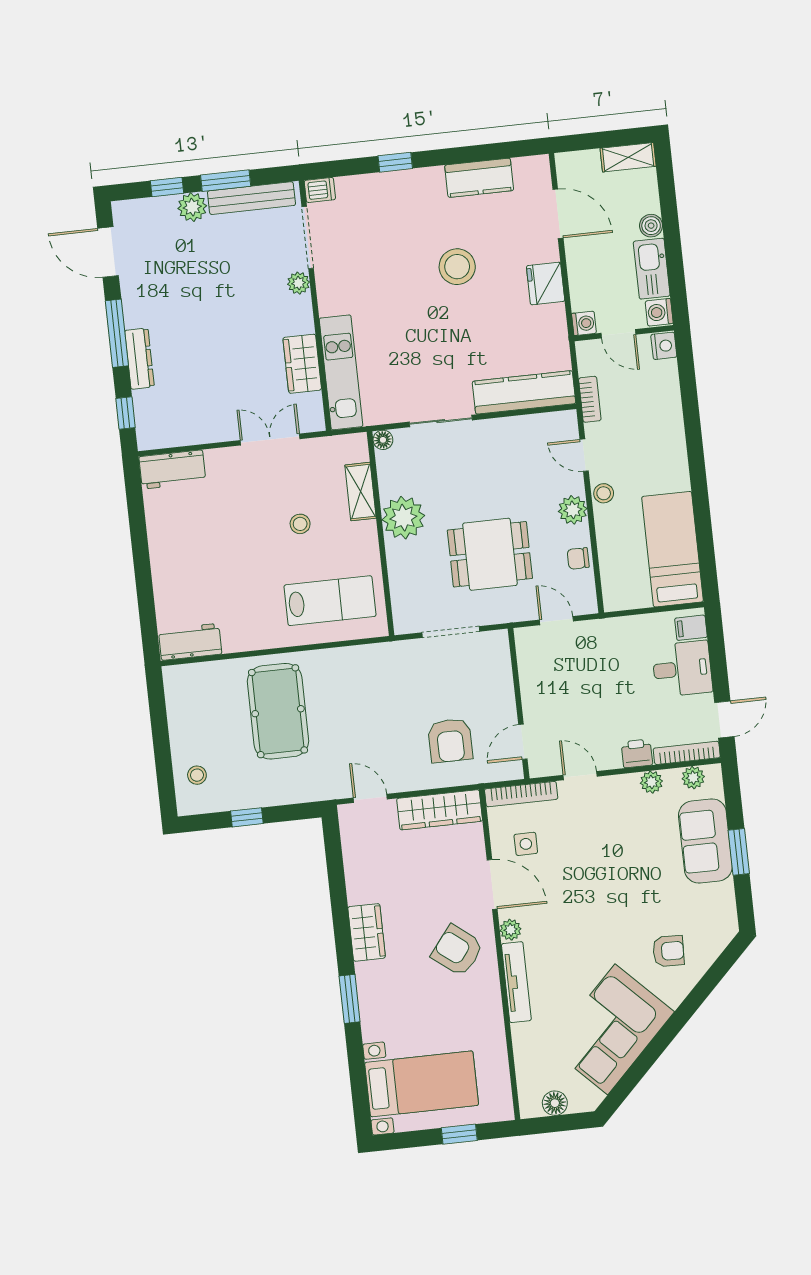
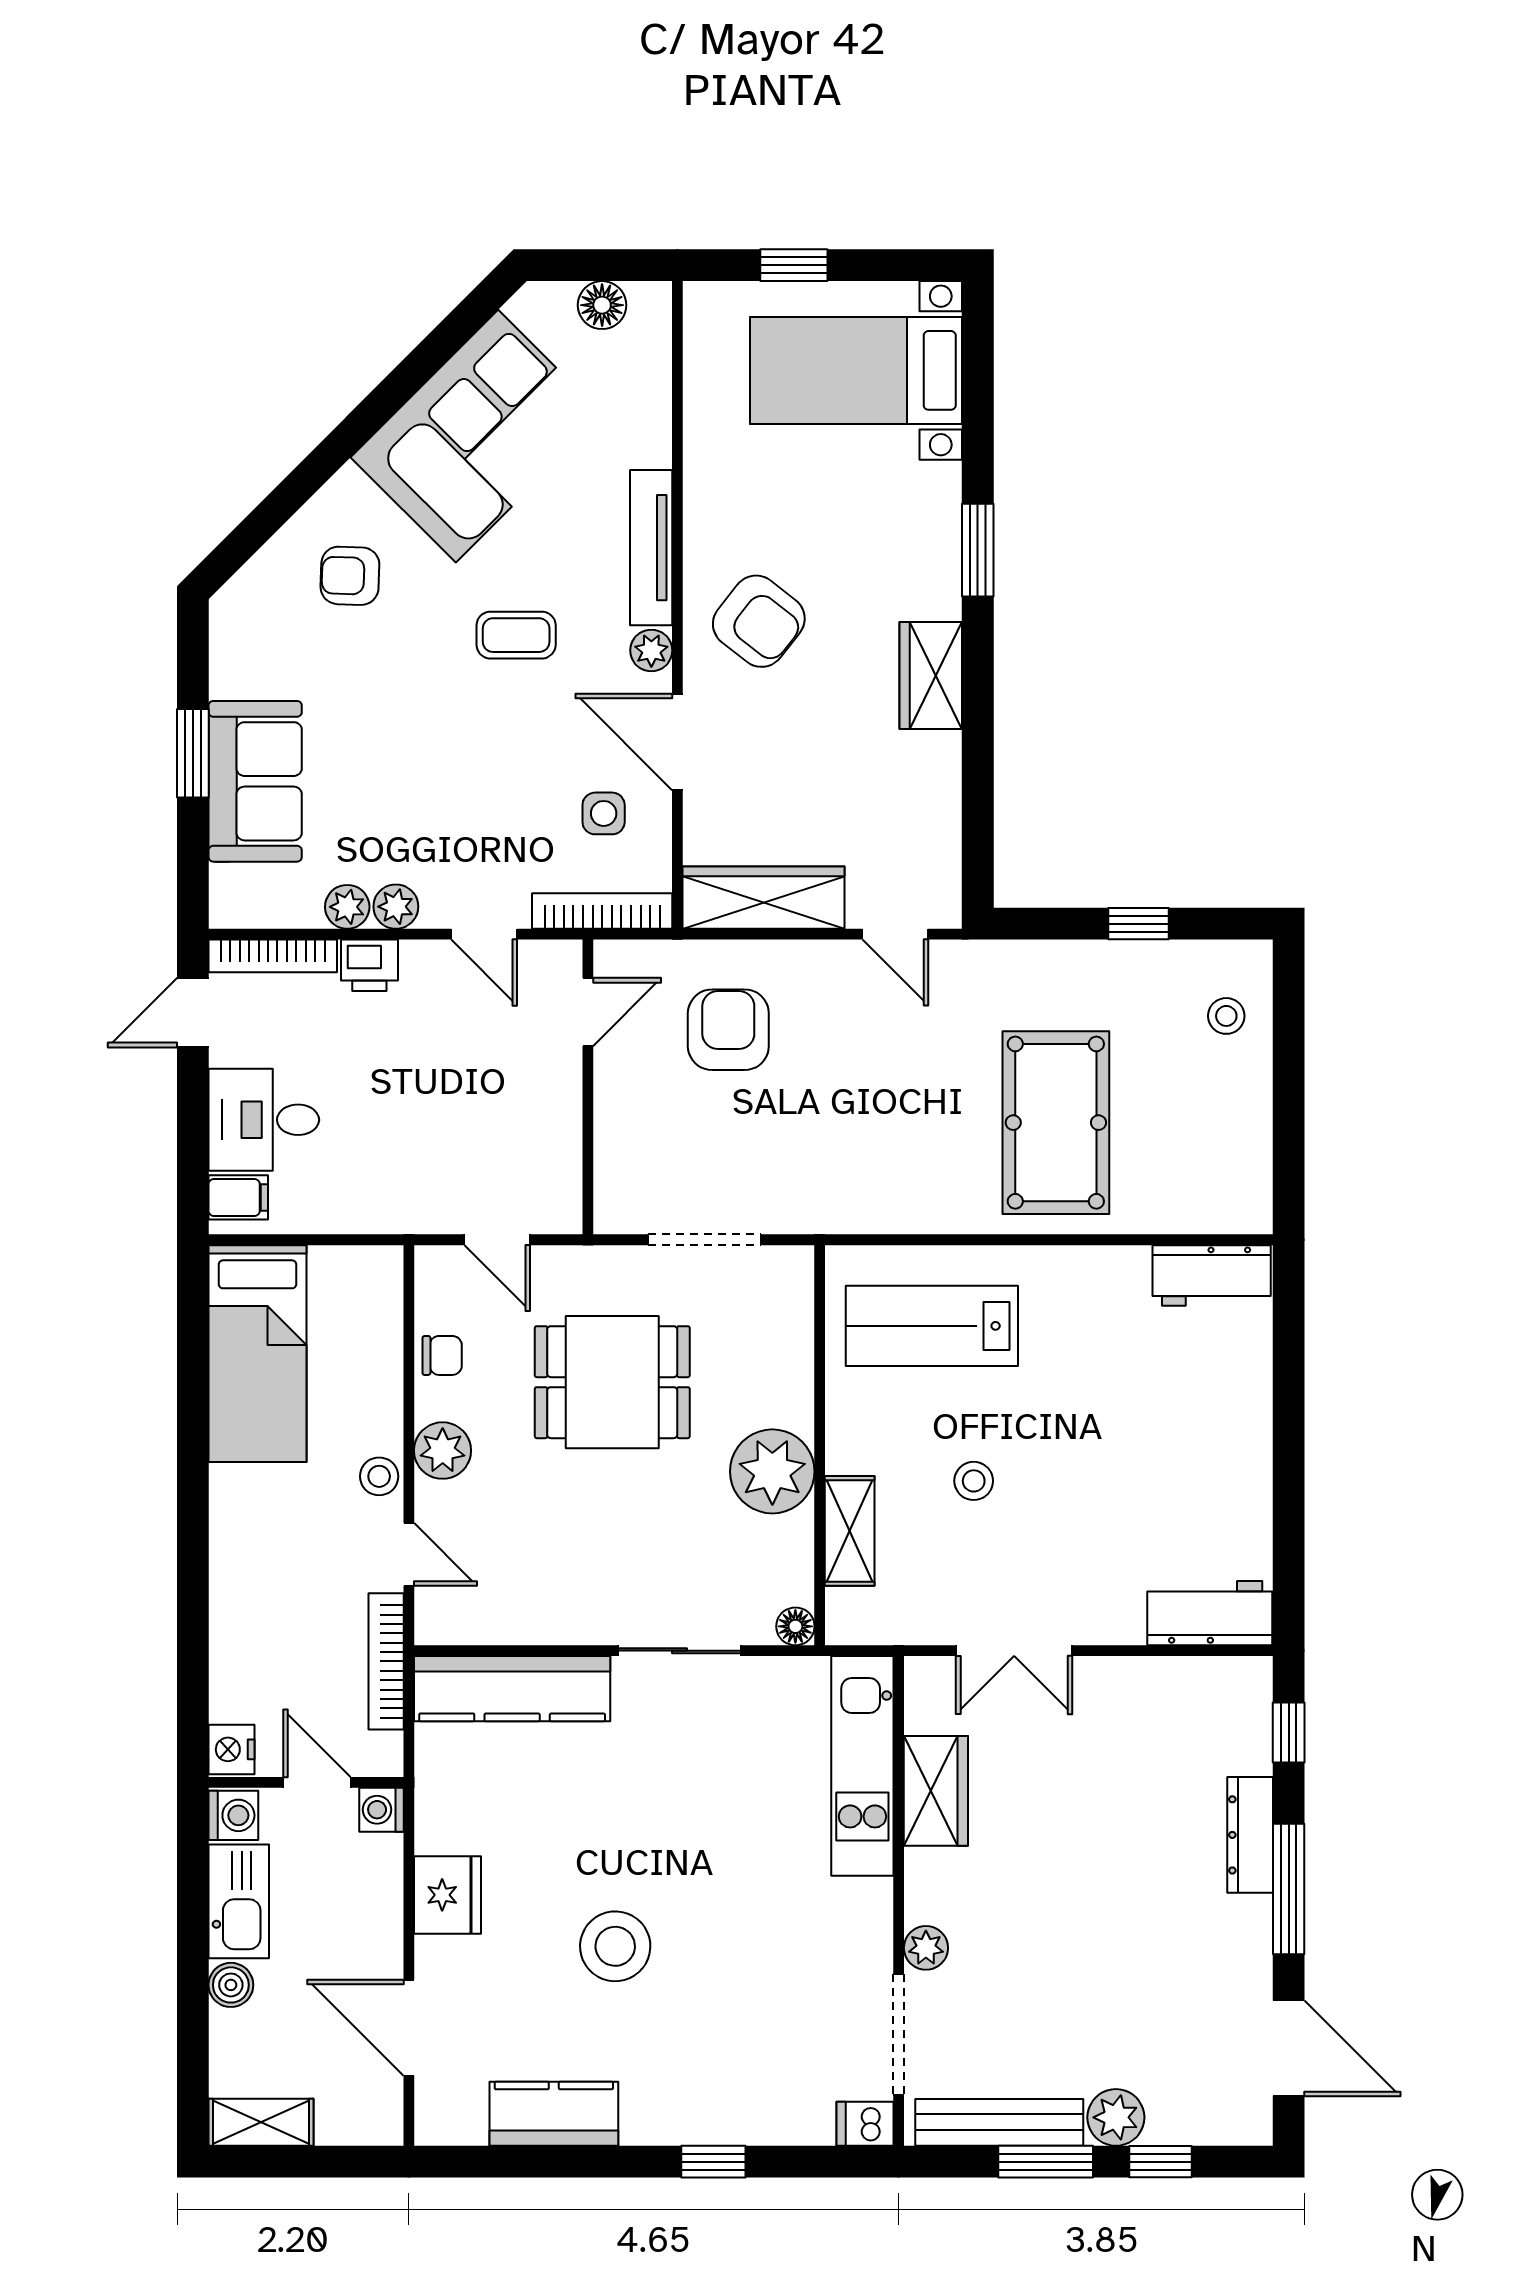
bookcase: (590, 399) -> (386, 1661), width x1.56
plant: (693, 778) -> (396, 907), moved
coffee table: (580, 930) -> (516, 635), added

